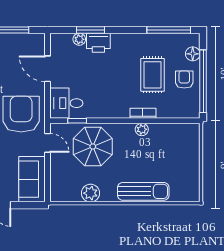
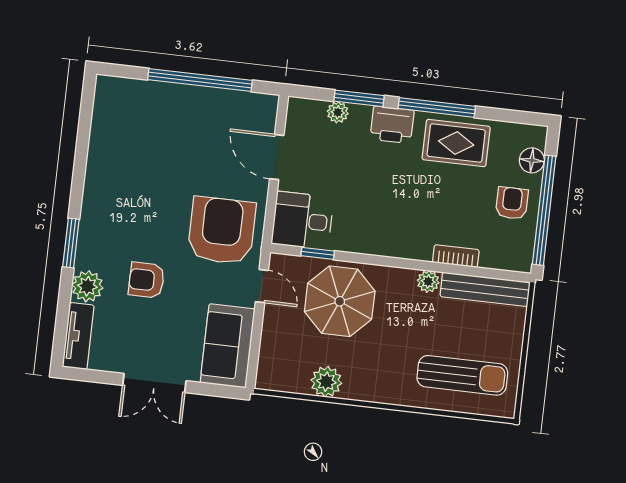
window: (169, 30) -> (437, 107), moved
printer: (98, 43) -> (392, 125), moved
rug: (153, 75) -> (456, 143), moved, turned 90
bookcase: (143, 113) -> (456, 256), moved
bench: (175, 130) -> (485, 289), added
sun lounger: (143, 191) -> (462, 375), moved

